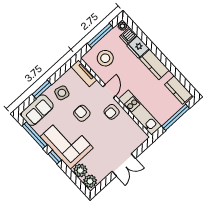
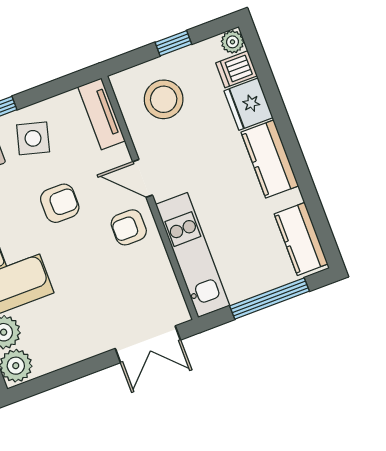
window: (100, 36) -> (173, 43), width x0.46
door: (109, 91) -> (143, 178), swing flipped
armchair: (82, 113) -> (60, 203), turned 90
double door: (124, 165) -> (148, 344), moved

